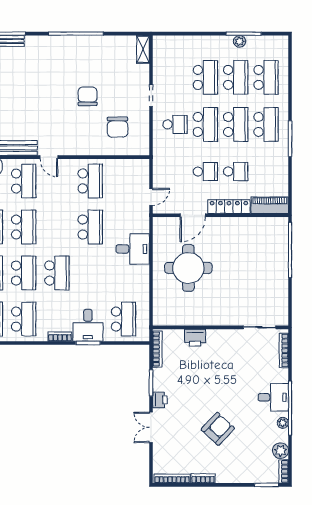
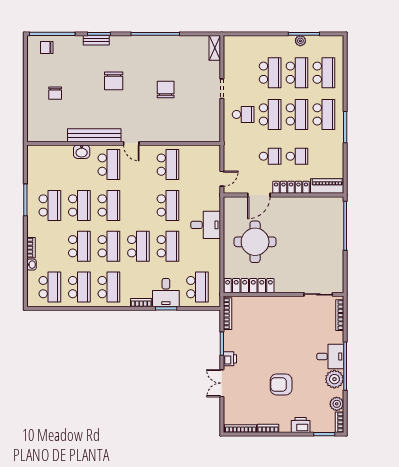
chair: (117, 127) -> (114, 81), moved
school desk: (90, 273) -> (168, 246), added
locker: (182, 317) -> (249, 286), added
printer: (195, 338) -> (301, 425), moved, turned 180
plant: (283, 423) -> (334, 379), width x1.88, depth x1.88
armchair: (218, 429) -> (281, 384), turned -133

